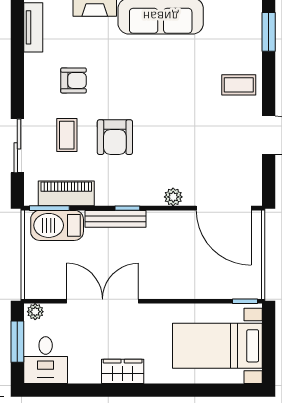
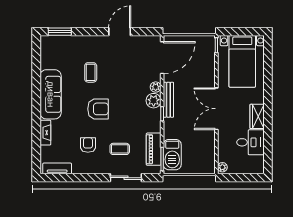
coffee table: (239, 85) -> (91, 72), moved
armchair: (115, 137) -> (98, 109), moved
plant: (150, 193) -> (154, 101), added
bench: (116, 219) -> (168, 100), moved
double door: (103, 301) -> (216, 109), moved
window: (17, 342) -> (240, 178), removed
desk: (46, 360) -> (251, 142), moved

